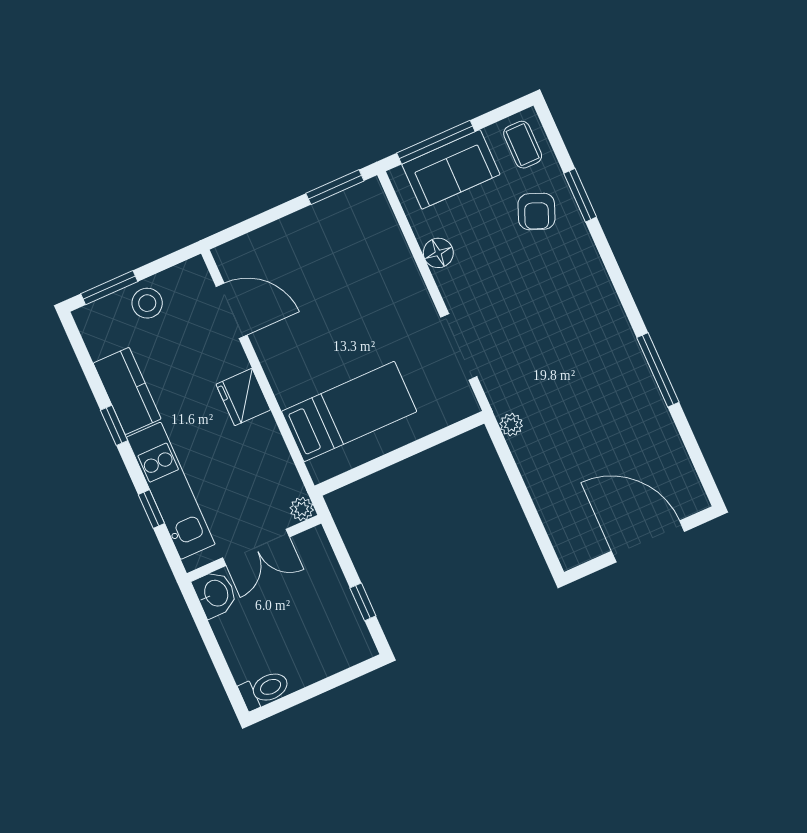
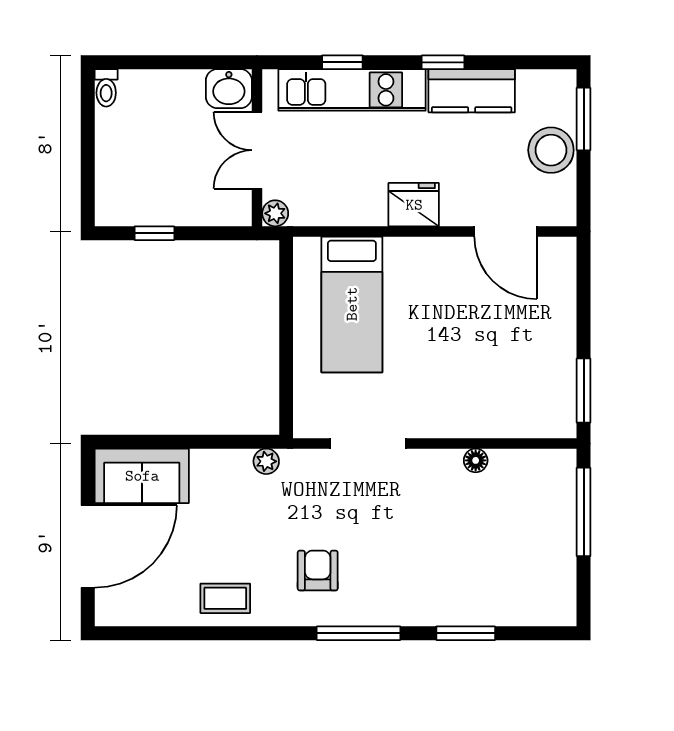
coffee table: (523, 145) -> (225, 598), moved
sofa: (451, 169) -> (142, 476), moved, turned -90
armchair: (536, 211) -> (318, 571), moved, turned 68
floor lamp: (438, 253) -> (476, 460), width x0.73, depth x0.73
stool: (147, 303) -> (551, 150), width x1.38, depth x1.38
door: (232, 311) -> (506, 231), hinge flipped
window: (658, 370) -> (358, 633), moved
toilet: (264, 690) -> (106, 88), width x0.73, depth x0.72

